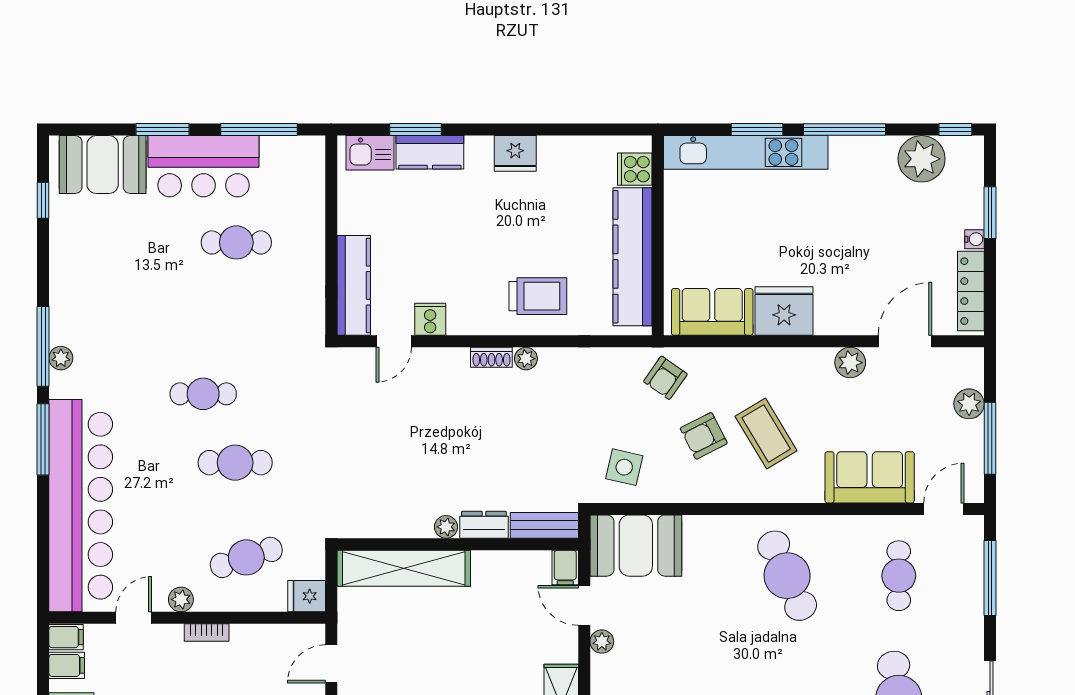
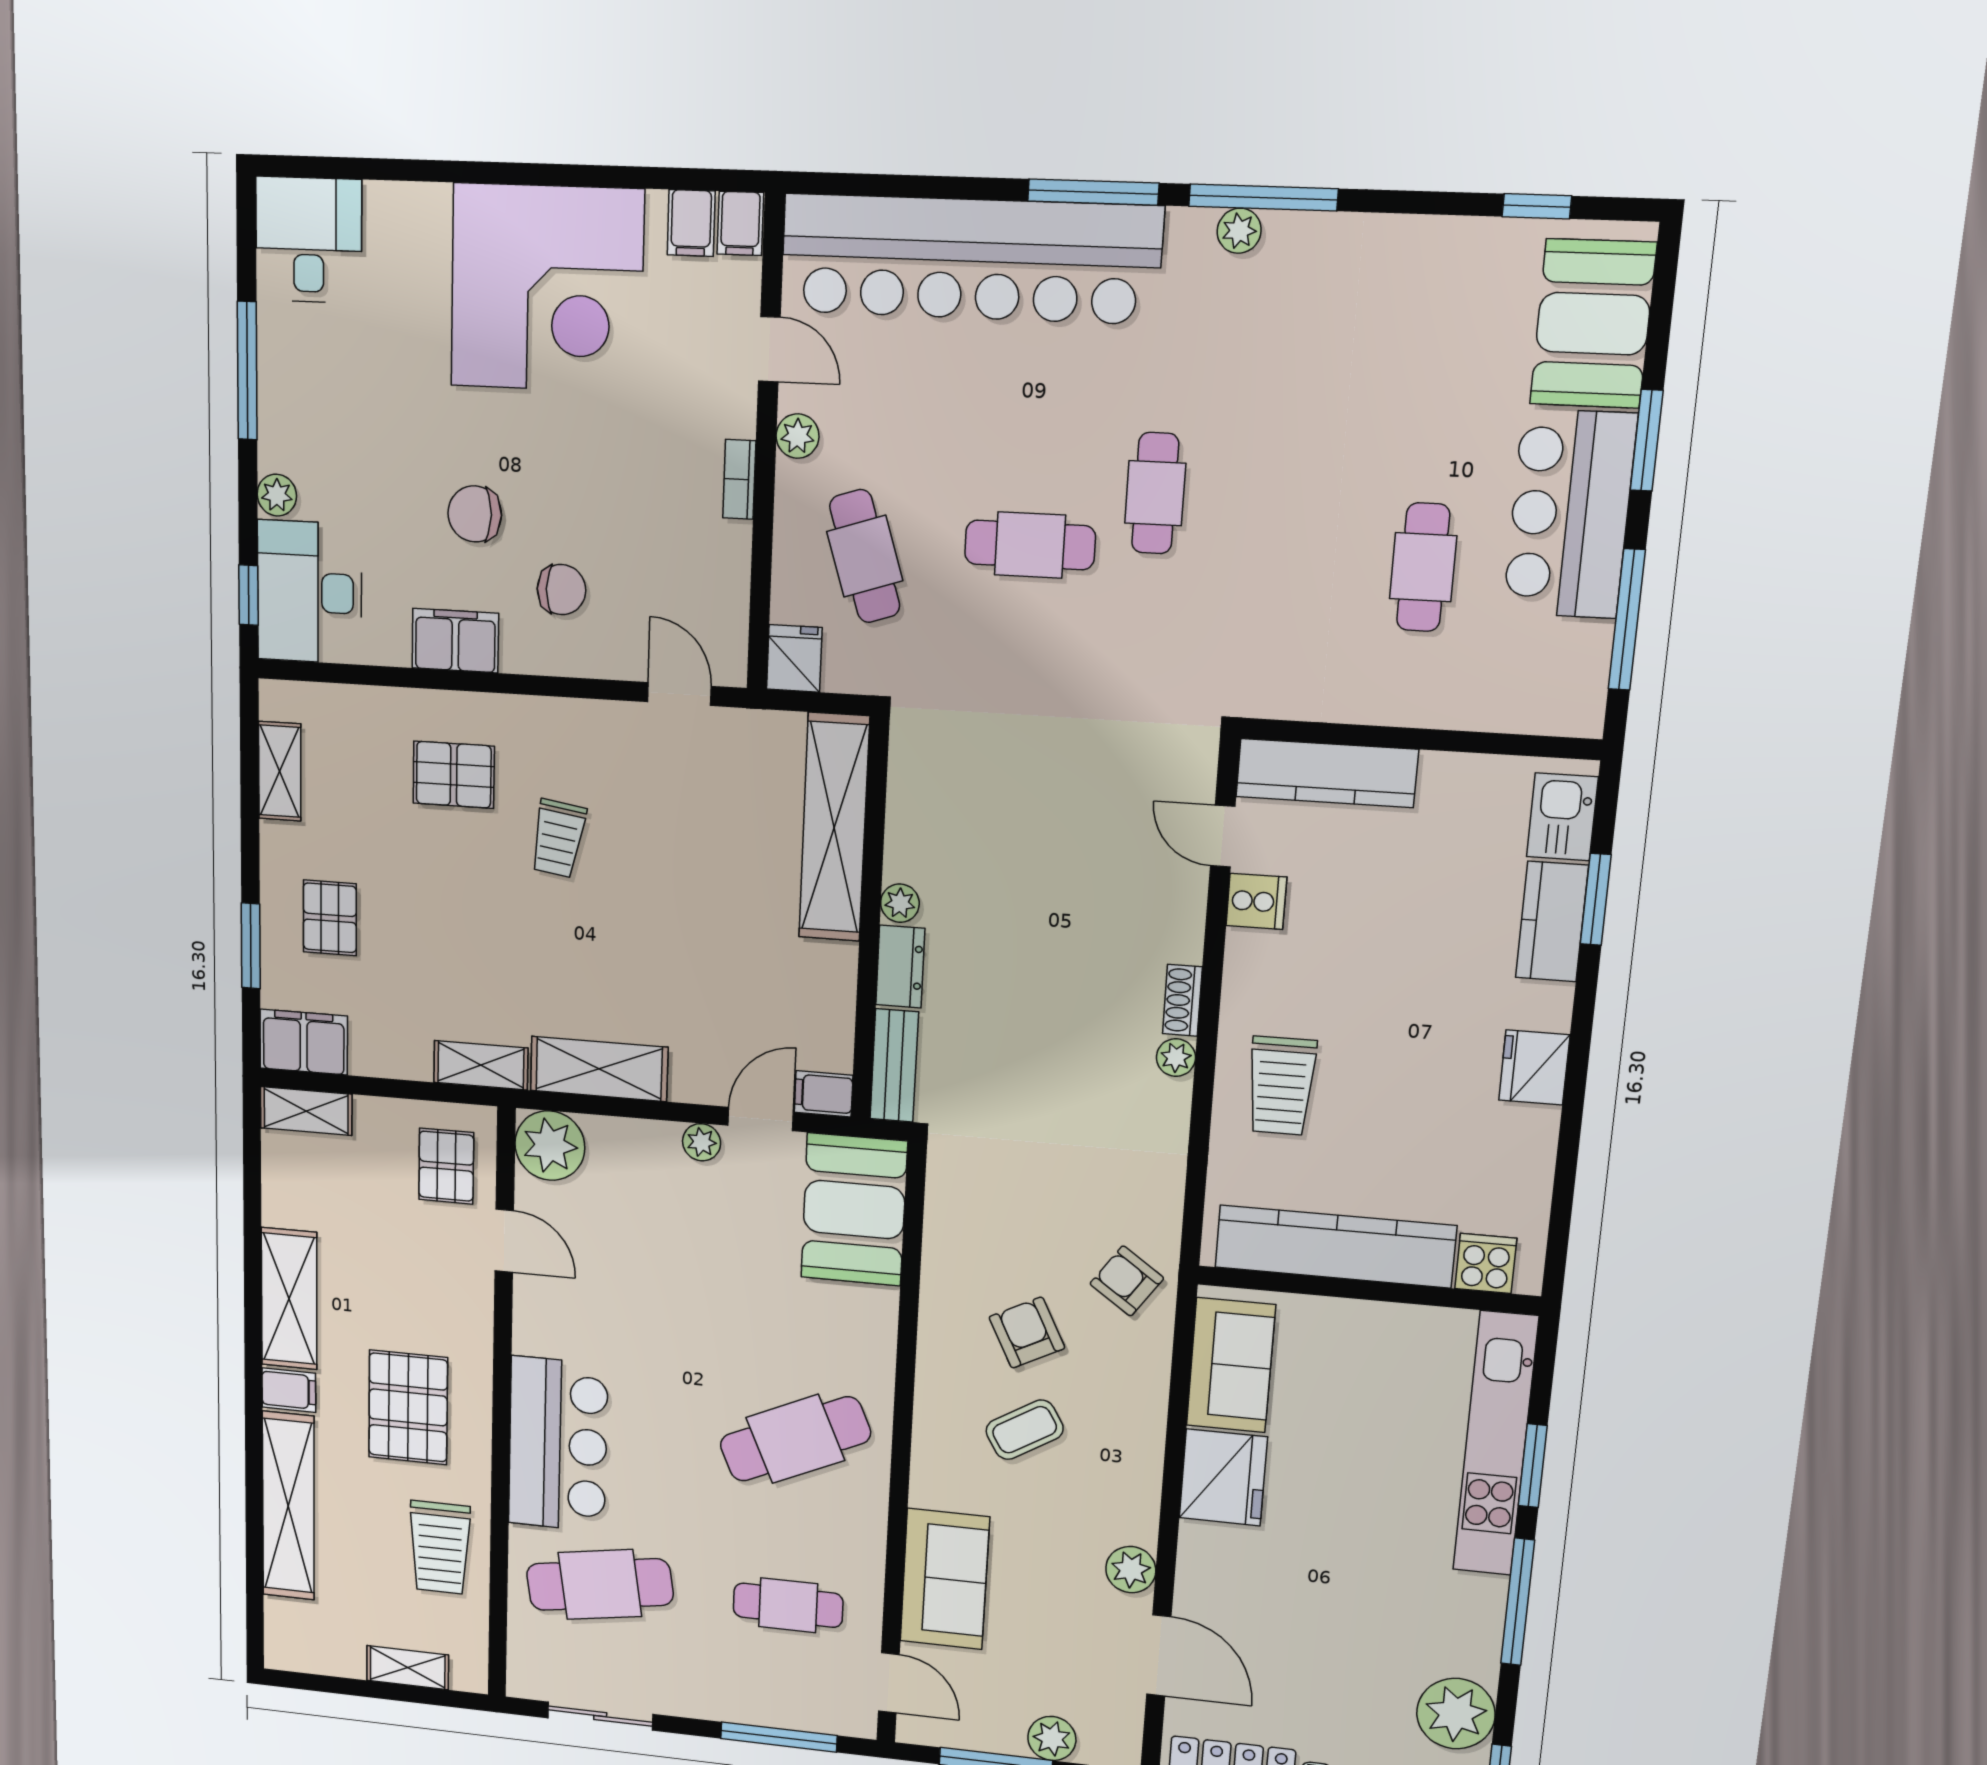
coffee table: (766, 433) -> (1025, 1430), width x0.73, depth x0.77
cafe table: (235, 463) -> (1030, 545), turned 90
side table: (624, 467) -> (983, 1202), removed

